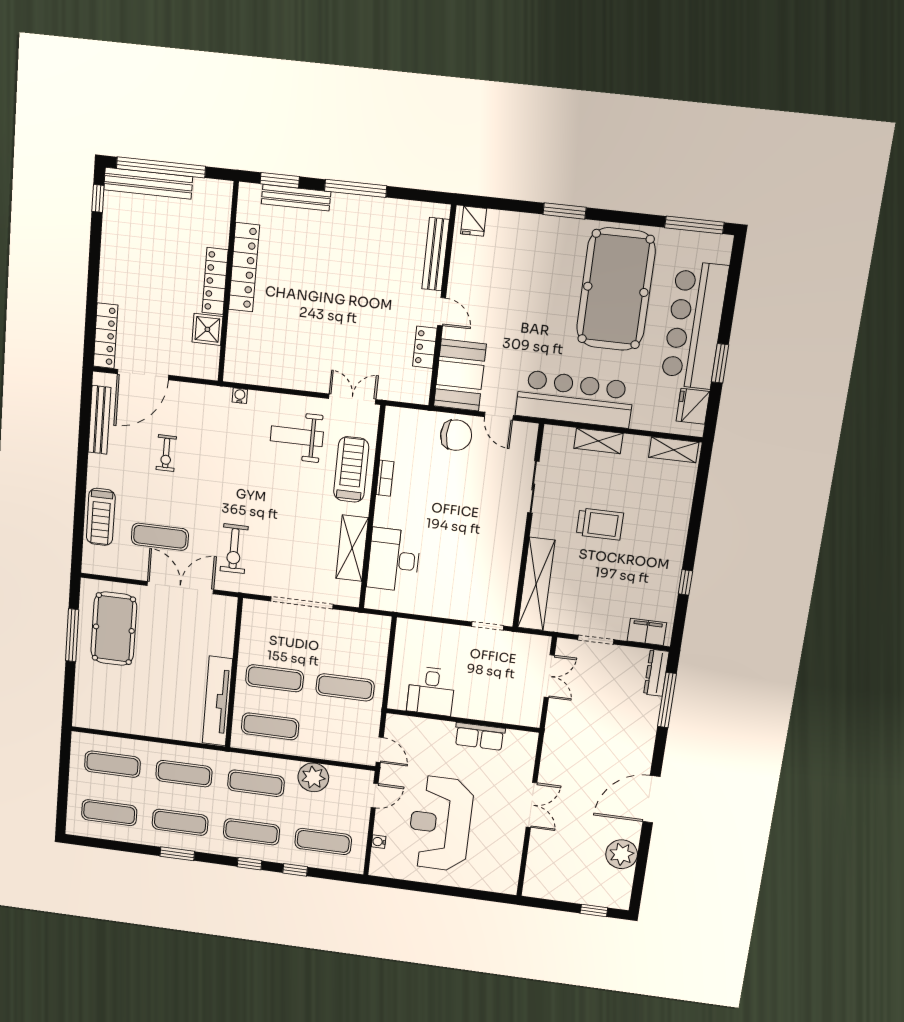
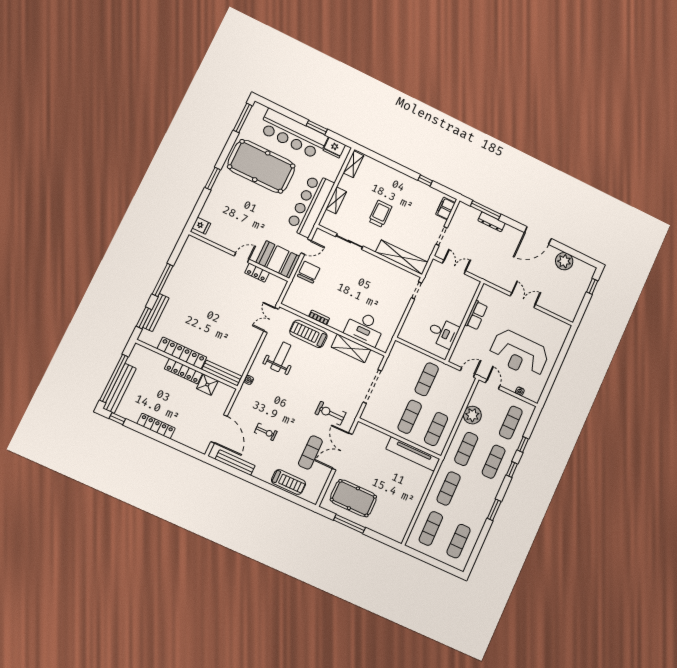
bench: (436, 254) -> (222, 373), moved
locker: (105, 336) -> (156, 426), moved
weight bench: (297, 436) -> (281, 357), turned 180
exercise bike: (234, 549) -> (330, 413), turned 180
dresser: (656, 673) -> (492, 222), moved
door: (651, 799) -> (538, 236), hinge flipped
exercise mat: (180, 822) -> (476, 501), removed

